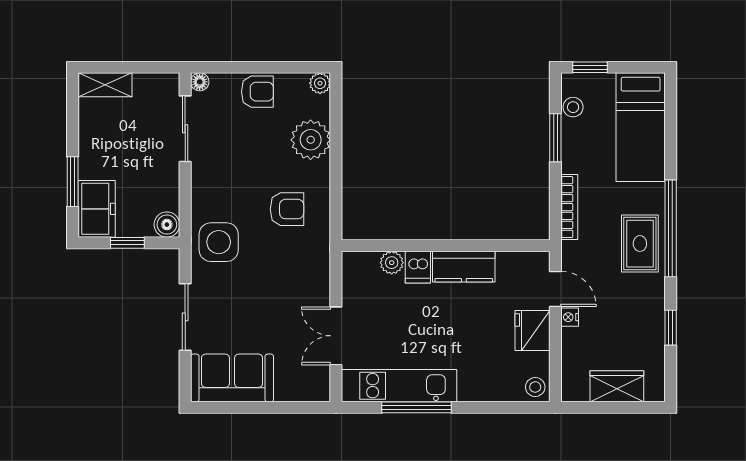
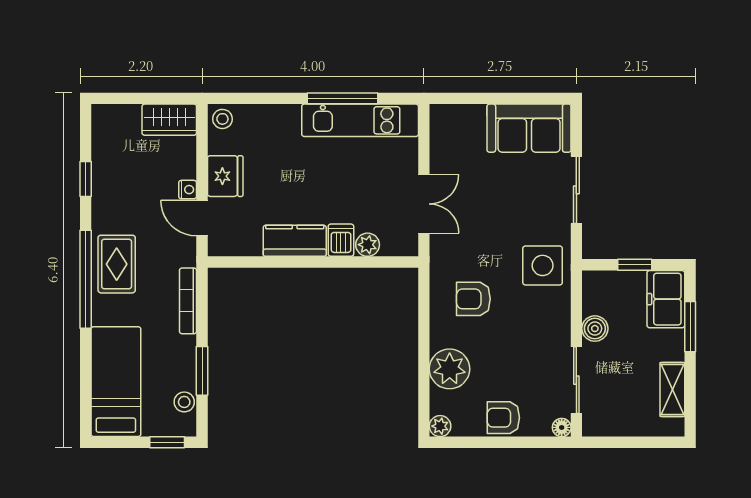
shelving: (105, 85) -> (672, 389), moved, turned 90
boiler: (167, 225) -> (595, 329), moved
double door: (336, 336) -> (424, 204), moved
wardrobe: (617, 386) -> (169, 120), moved

